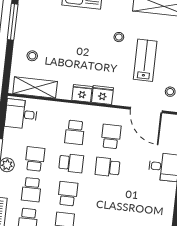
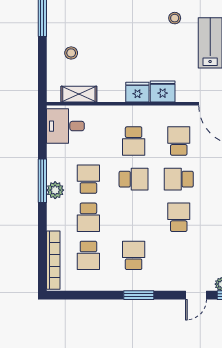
shelving: (35, 88) -> (79, 94), width x0.67, depth x0.75
school desk: (68, 194) -> (179, 217), moved

